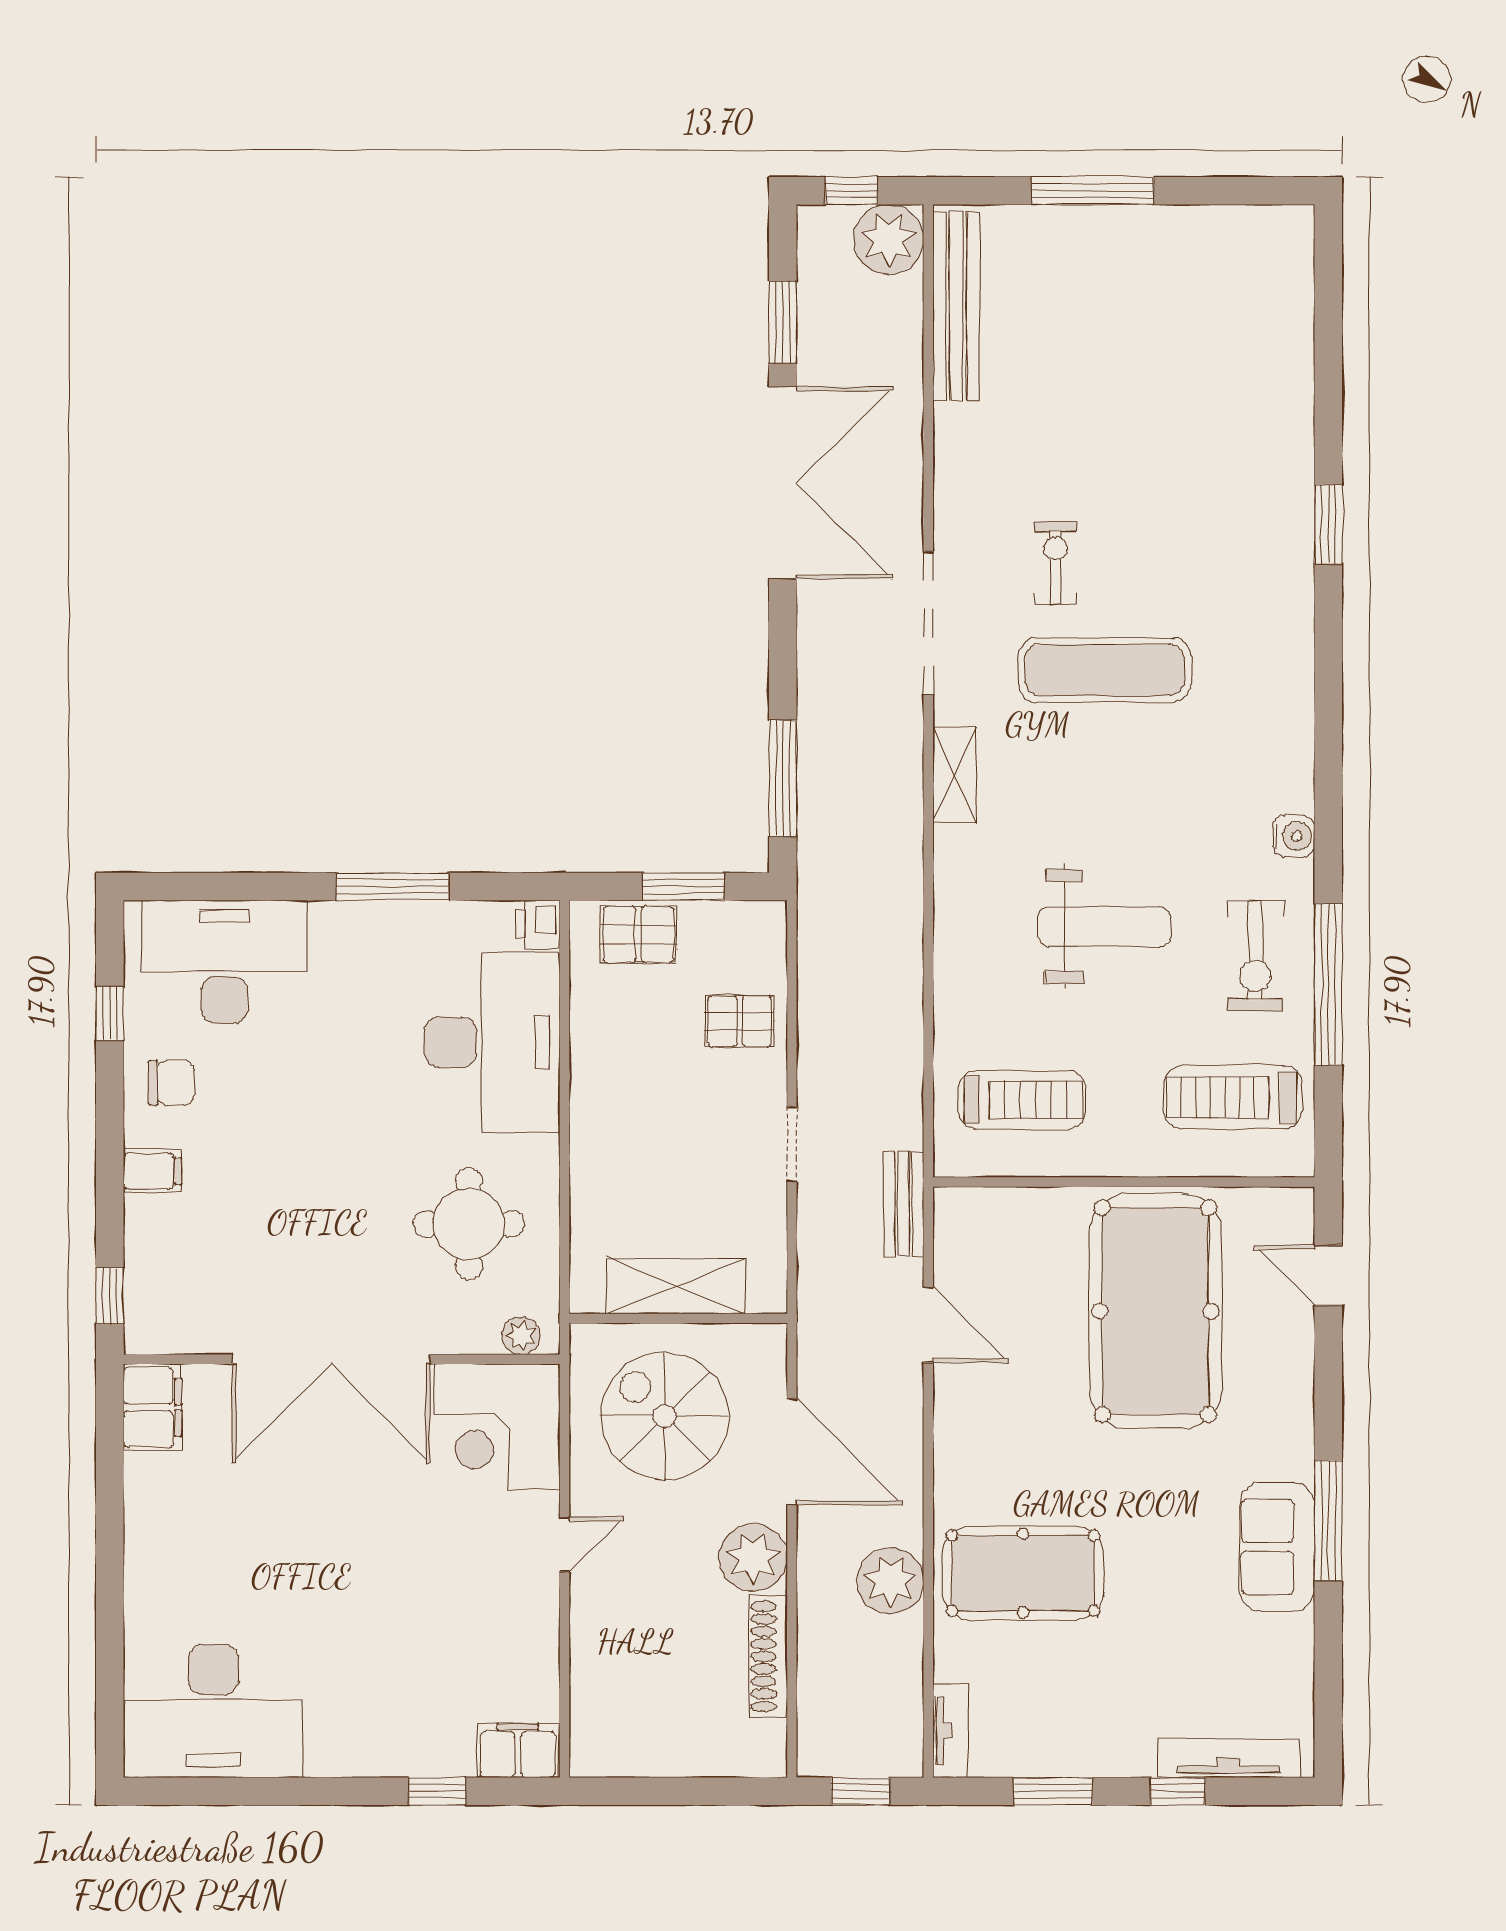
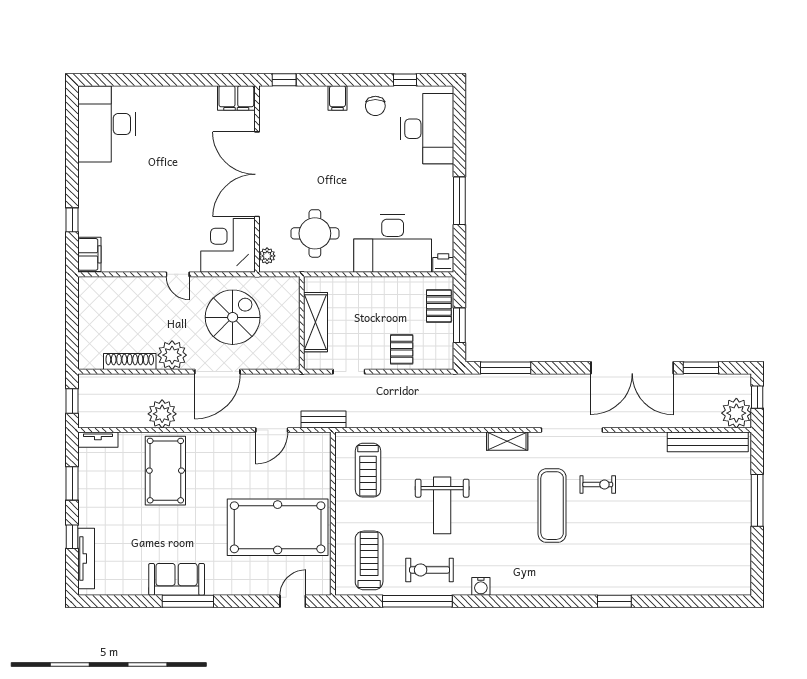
shelving: (676, 1286) -> (316, 322), moved
wall: (678, 1318) -> (302, 323), moved

